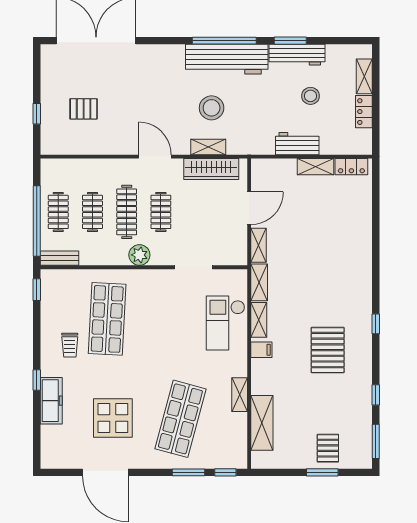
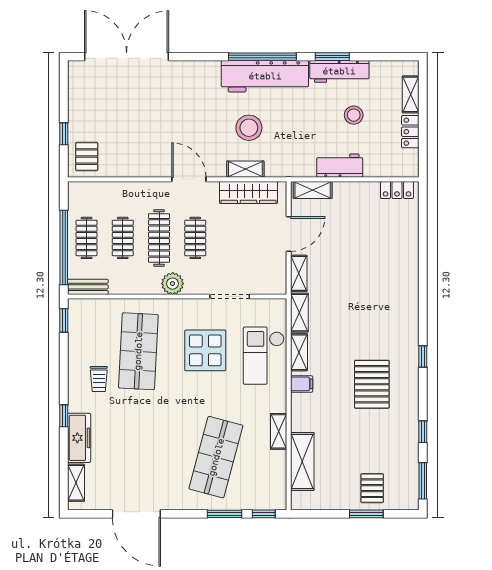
pallet: (84, 109) -> (87, 157), moved, turned 90
shelving: (315, 167) -> (313, 190), moved
display table: (113, 418) -> (205, 350), moved
shelving: (48, 443) -> (76, 483), added

